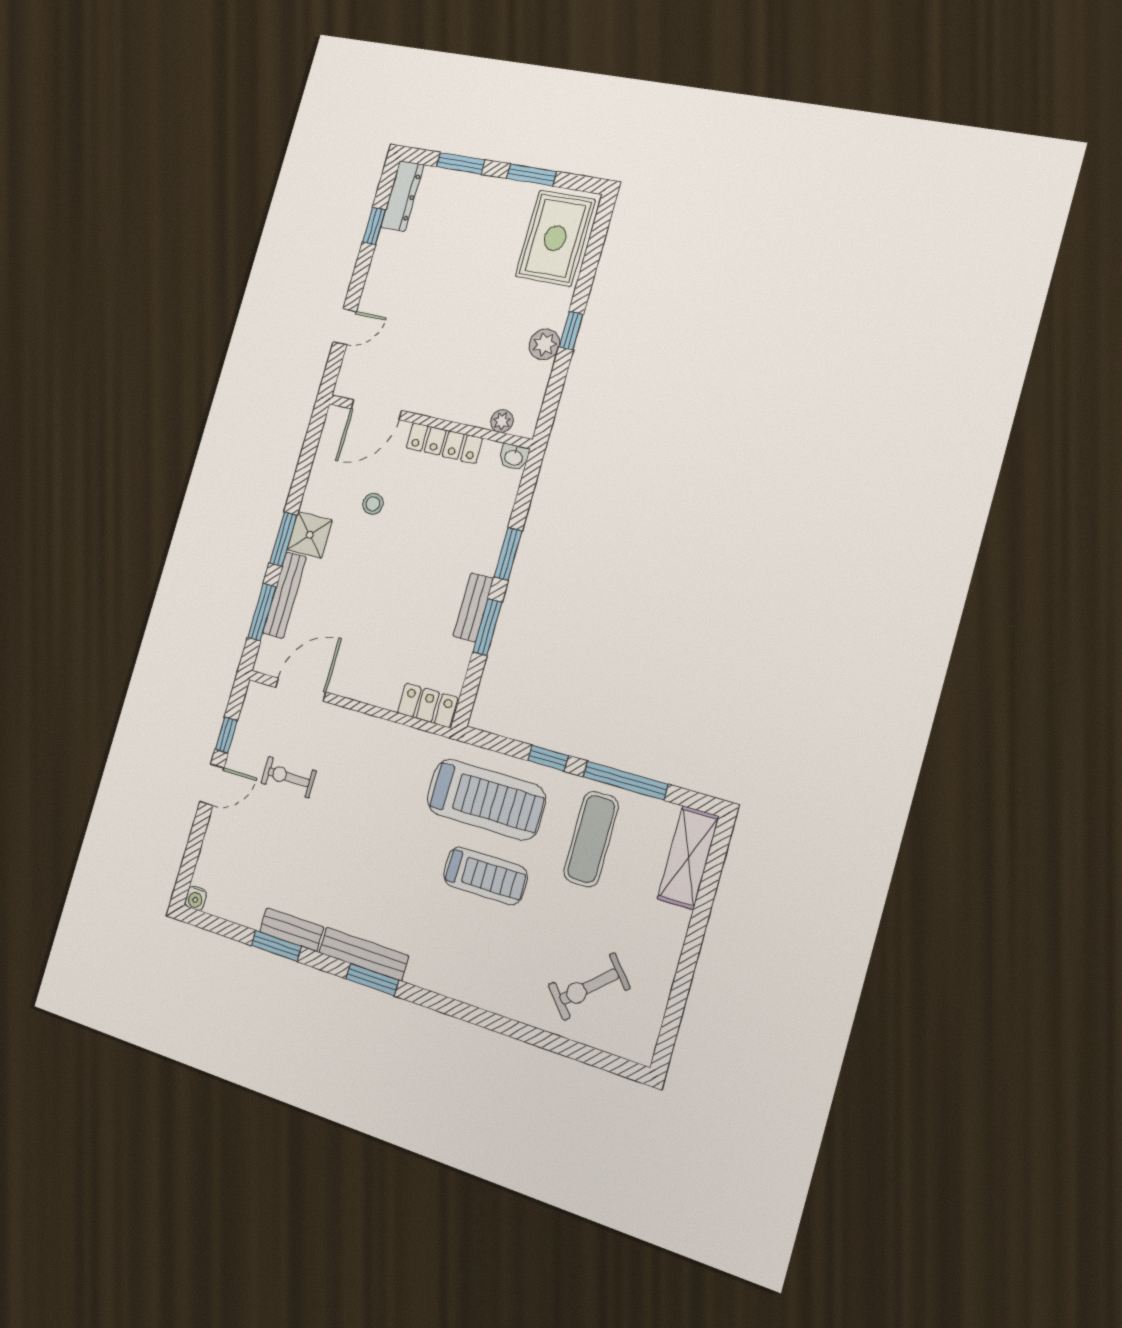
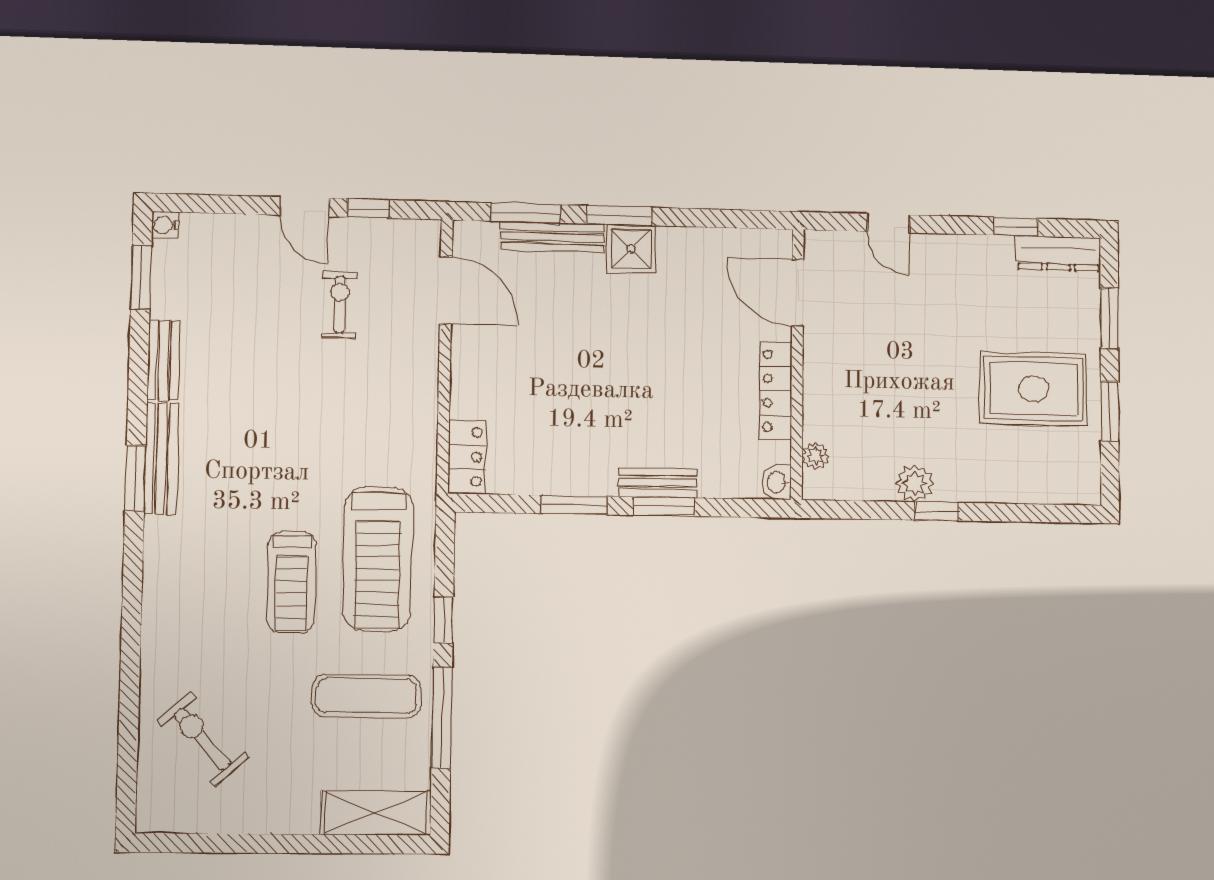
rug: (555, 238) -> (1034, 389), moved
stool: (373, 504) -> (686, 320), removed
bench: (473, 607) -> (658, 482), moved
window: (276, 946) -> (141, 277), moved

